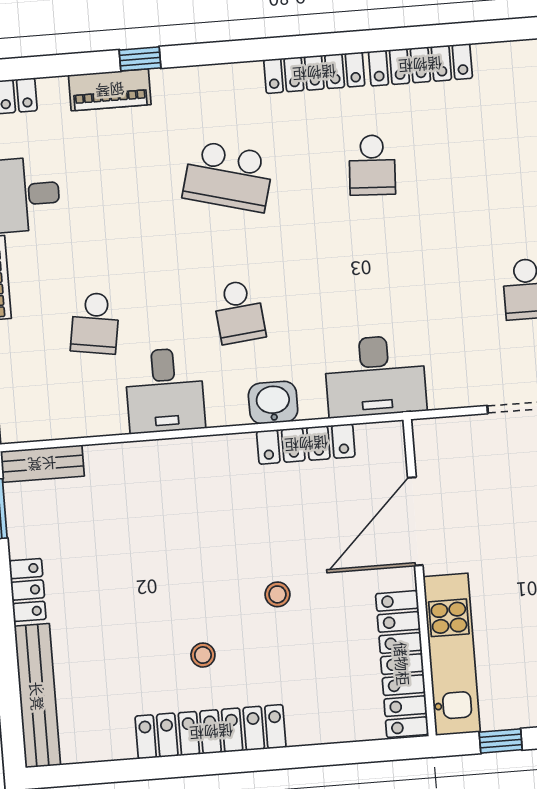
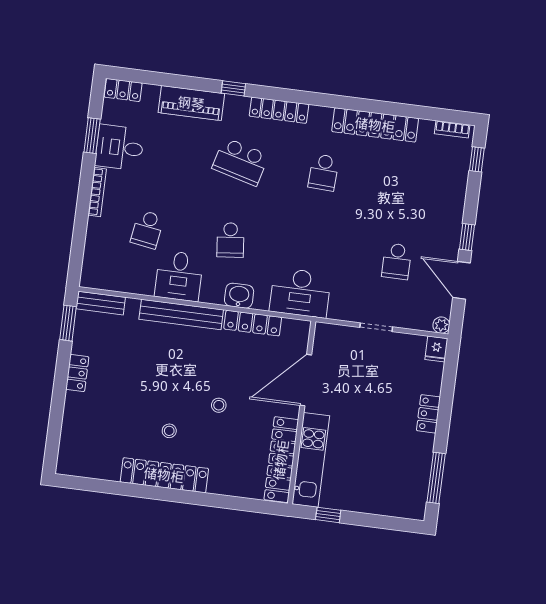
window: (140, 59) -> (233, 88), moved
locker: (420, 65) -> (375, 125), width x1.41, depth x1.21
locker: (314, 73) -> (279, 110), moved
piano: (110, 90) -> (191, 103), width x1.37, depth x1.33
bench: (37, 696) -> (181, 315), moved, turned 90

